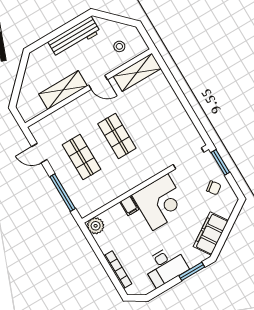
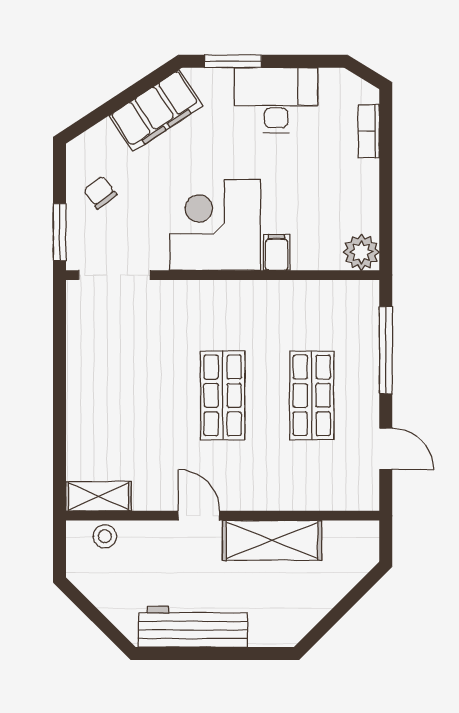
stool: (119, 46) -> (105, 536), moved
shelving: (137, 72) -> (99, 496), width x0.67, depth x0.75
bookcase: (118, 270) -> (369, 131), width x0.64

